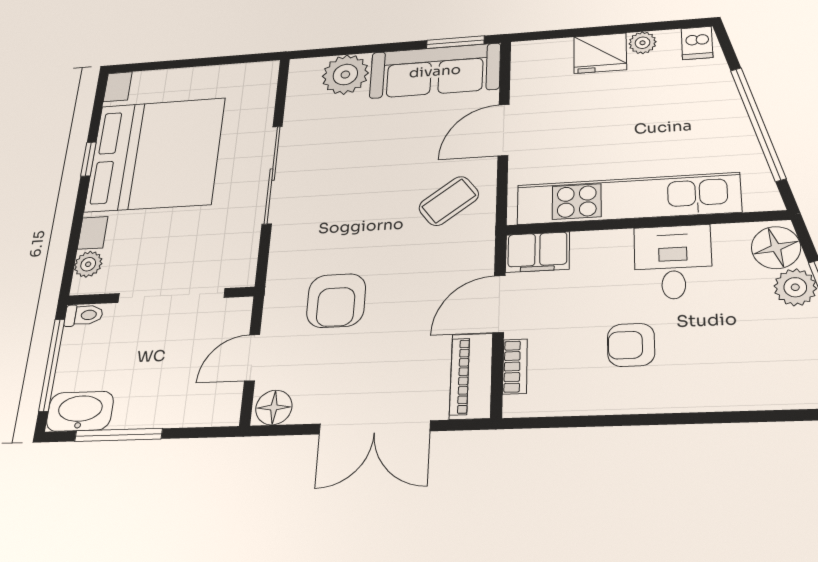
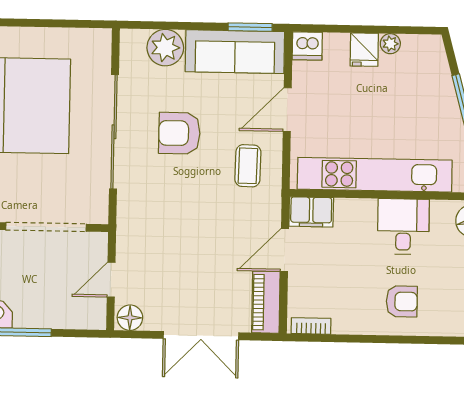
dishwasher: (697, 43) -> (307, 46), moved, width x1.38
fridge: (600, 53) -> (364, 50), width x0.72
sliding door: (272, 175) -> (114, 132), width x1.36
coffee table: (449, 201) -> (248, 166), turned -52
armchair: (336, 301) -> (179, 133), moved, turned 90
armchair: (631, 345) -> (402, 301), moved, turned 180
bookcase: (515, 366) -> (311, 326), moved, turned -90

